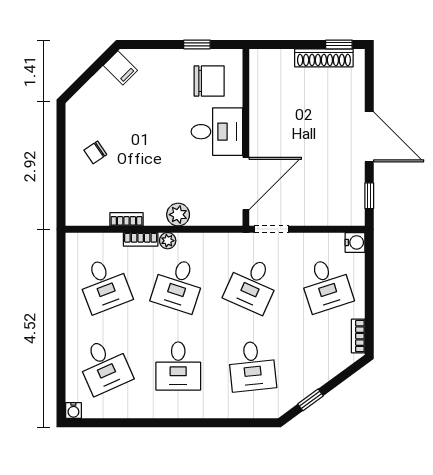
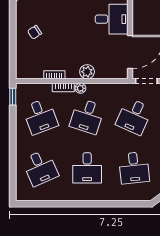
window: (61, 254) -> (13, 97), added
water cooler: (73, 411) -> (21, 196), removed

